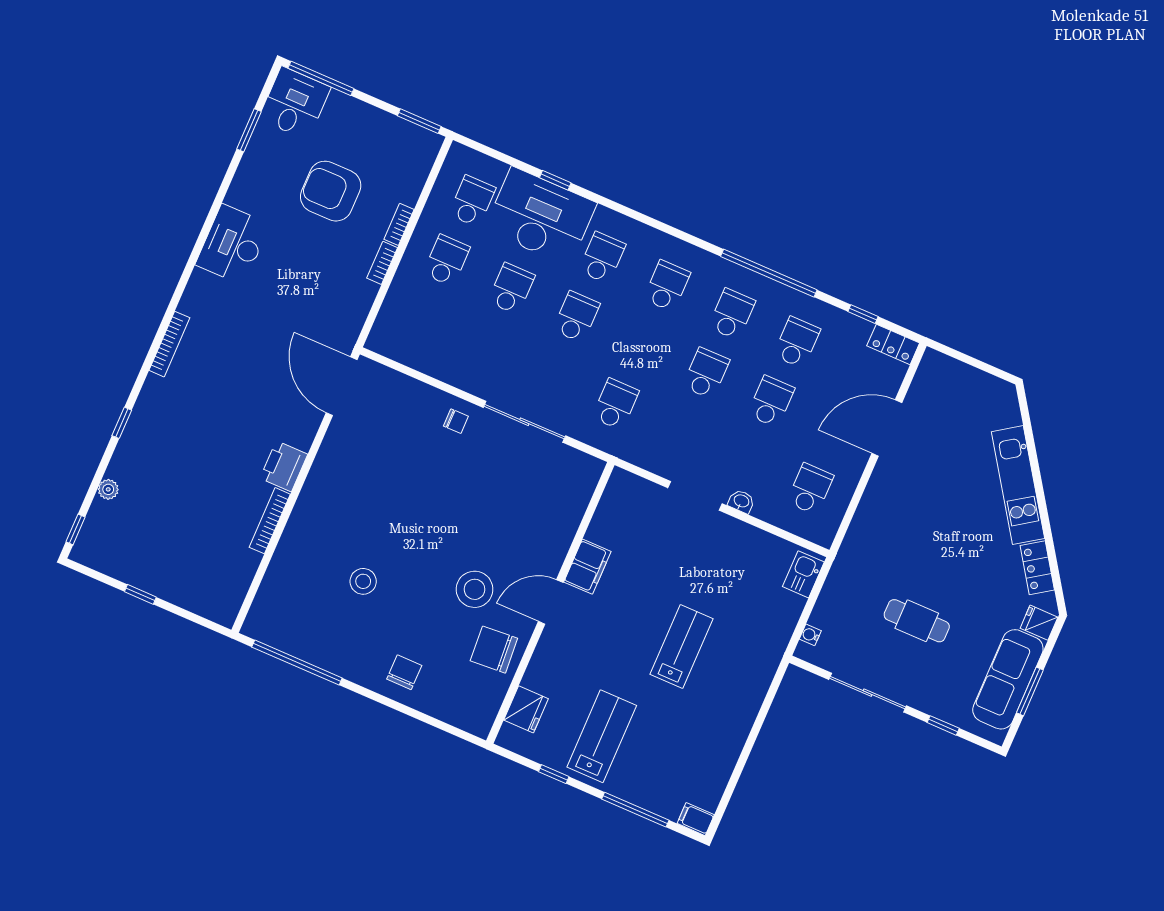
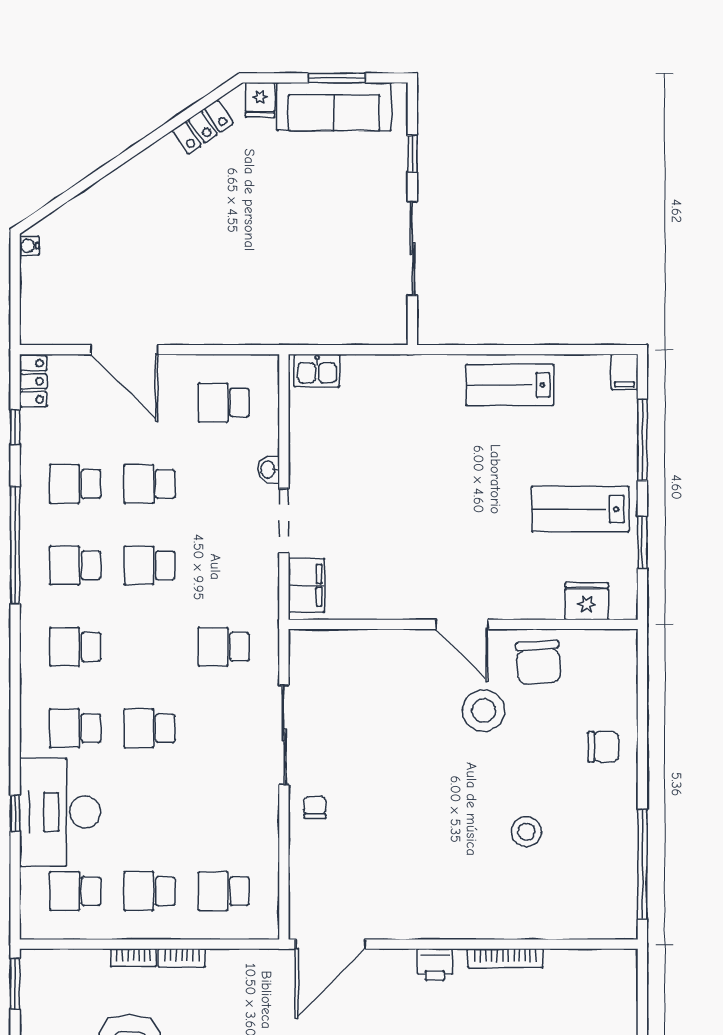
school desk: (511, 289) -> (224, 891), moved
printer: (284, 466) -> (435, 964), width x0.73, depth x0.81
kitchen unit: (1018, 485) -> (124, 185), removed
filing cabinet: (587, 567) -> (306, 585), moved, turned 90
cafe table: (917, 621) -> (314, 230), removed
water cooler: (810, 635) -> (29, 246), moved, turned 90
lab bench: (682, 647) -> (510, 385), moved
chair: (404, 672) -> (603, 747), turned 180
window: (554, 774) -> (642, 542), width x1.50

